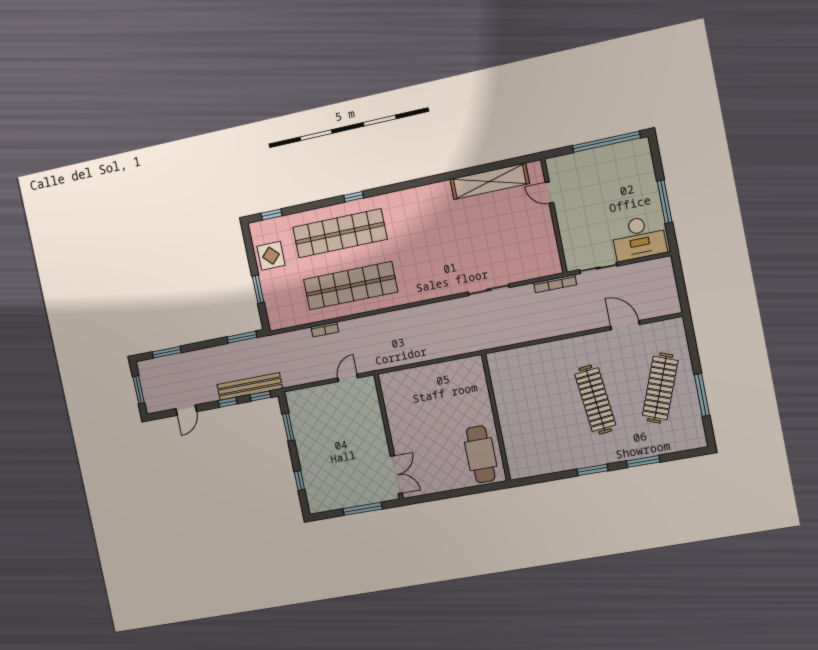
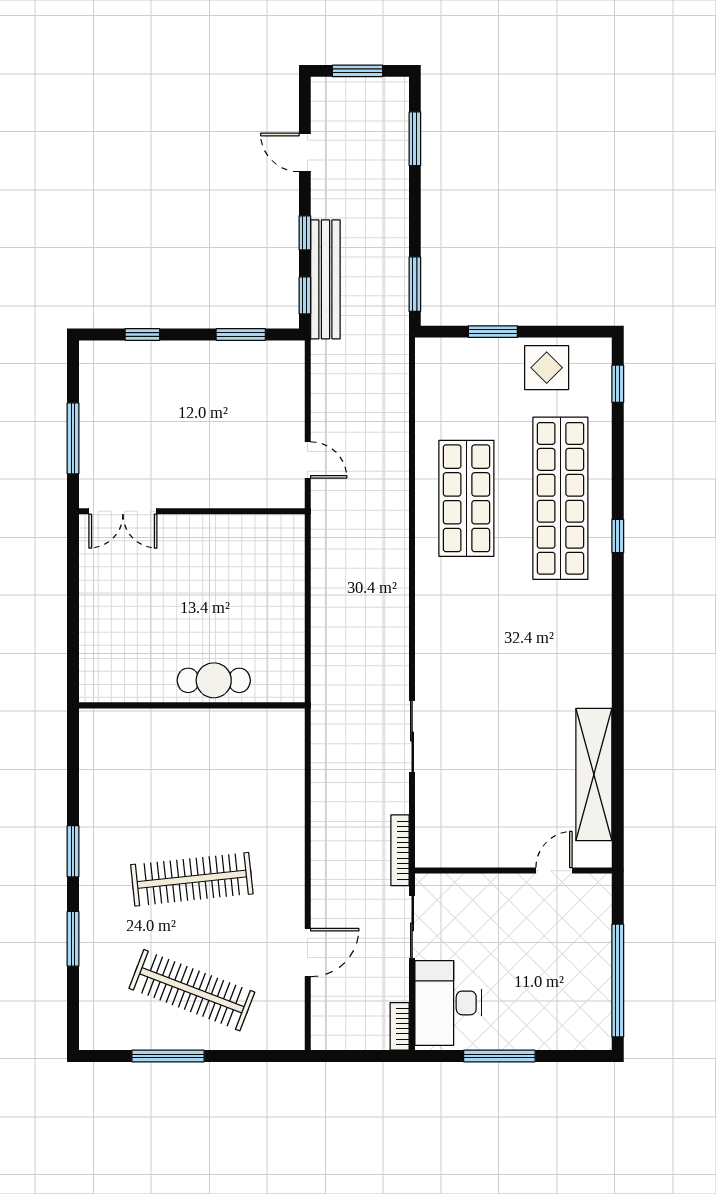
shop shelf: (350, 286) -> (466, 498), width x0.71
bookcase: (325, 329) -> (400, 1026), moved
cafe table: (481, 454) -> (214, 680), moved, width x0.73, depth x0.74

